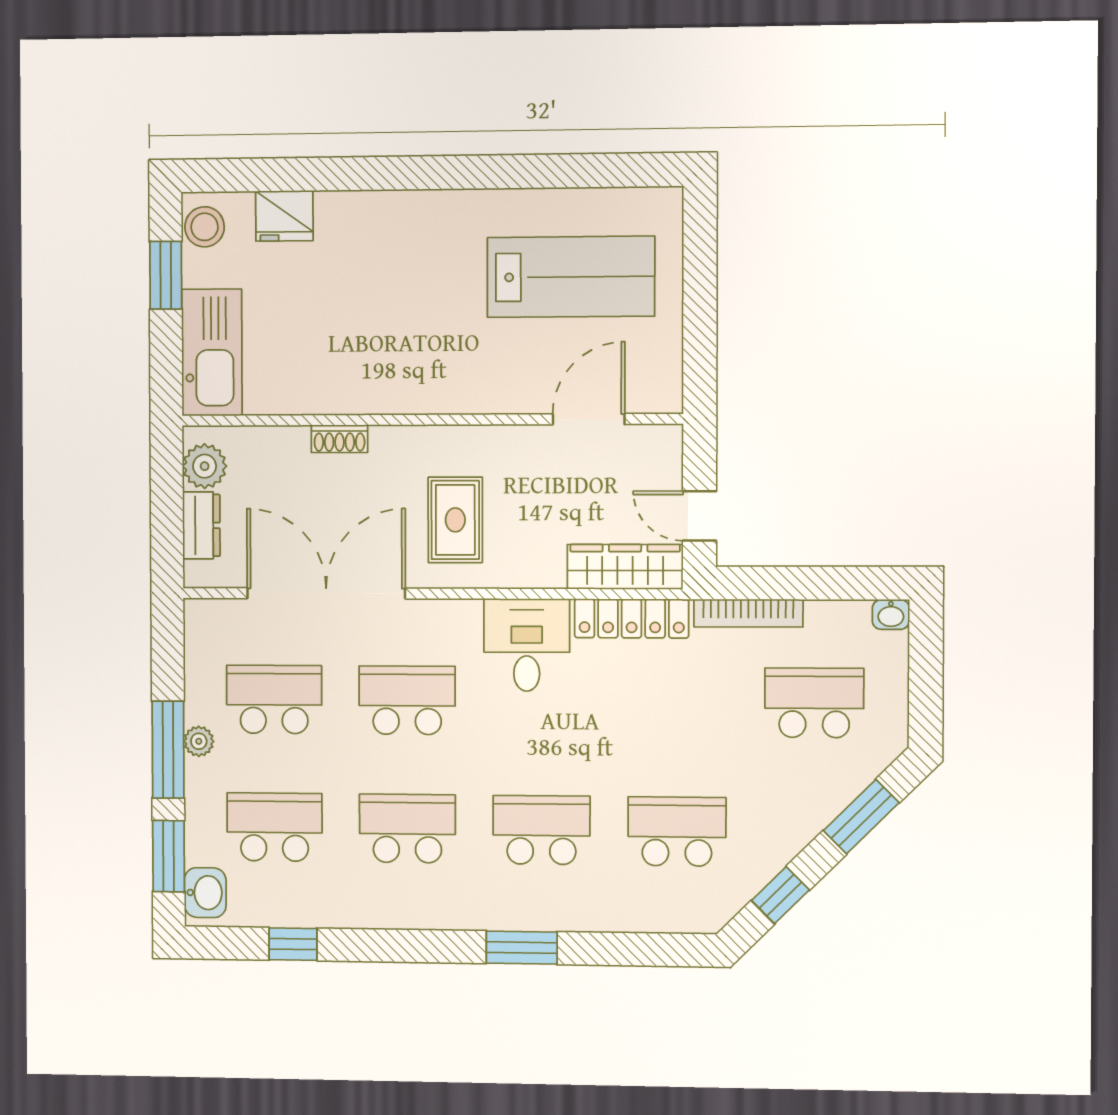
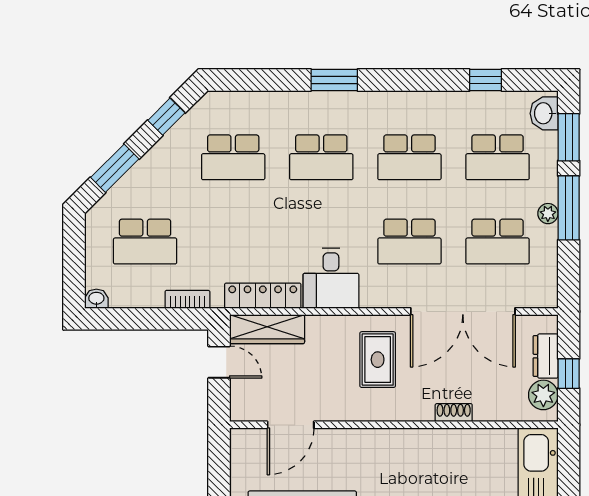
window: (167, 499) -> (569, 374), added
bookcase: (748, 613) -> (187, 299), width x0.64

